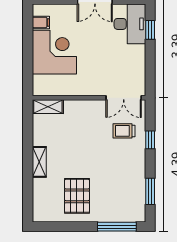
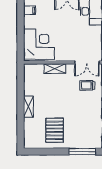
corner desk: (54, 52) -> (39, 44), moved
shelving: (48, 107) -> (55, 69), moved

